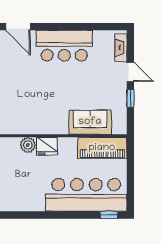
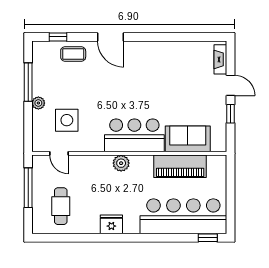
bar counter: (64, 46) -> (134, 135), moved, turned 180
fridge: (47, 146) -> (111, 224), moved, turned 180
piano: (102, 148) -> (180, 166), moved

